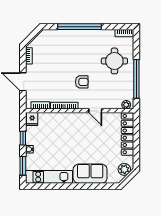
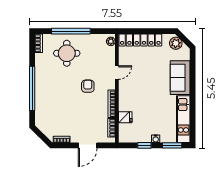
window: (136, 79) -> (71, 31), moved
fridge: (32, 119) -> (125, 117), moved

